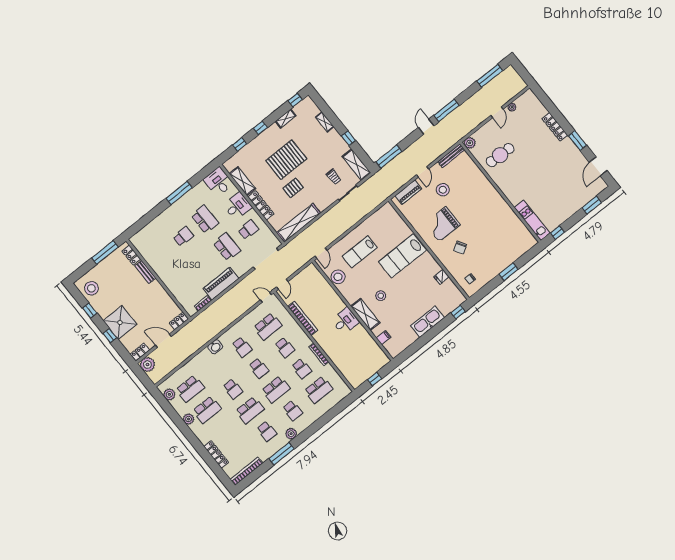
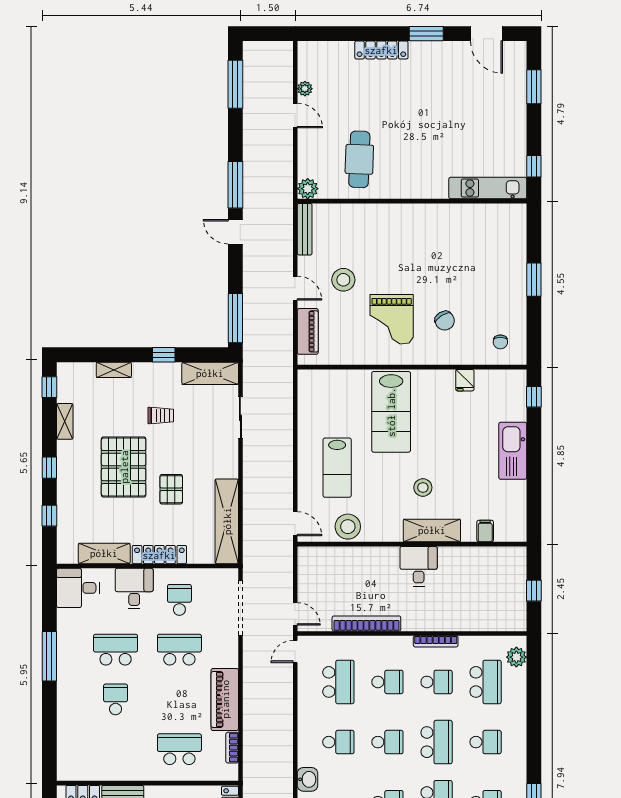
trolley: (334, 177) -> (161, 415), moved
school desk: (184, 281) -> (179, 749), added
plant: (291, 434) -> (516, 657), moved

